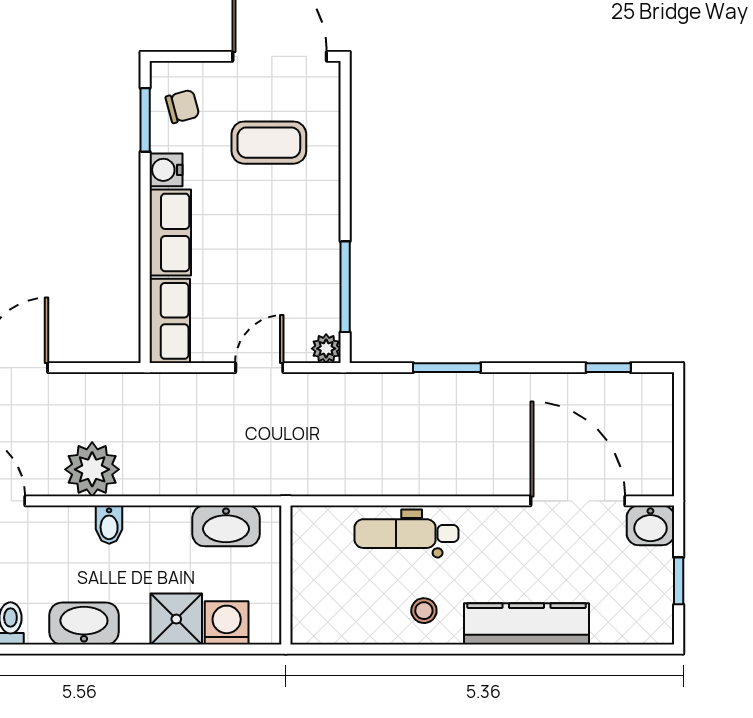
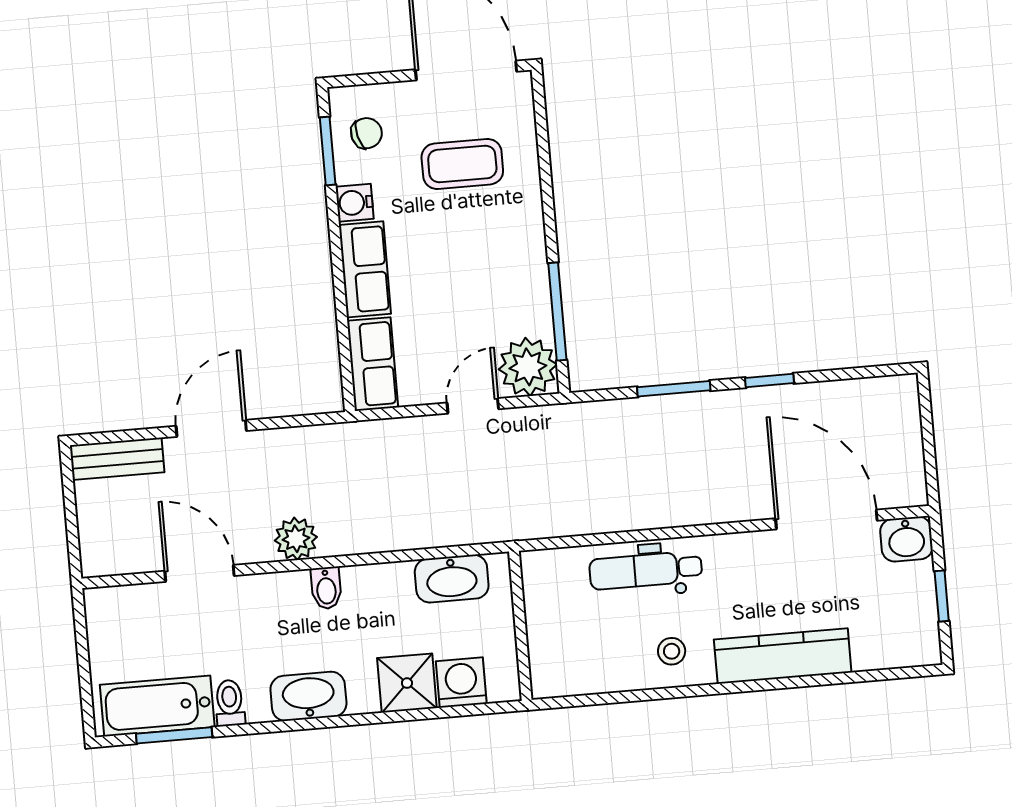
plant: (326, 349) -> (528, 367), width x1.88, depth x1.88
window: (608, 368) -> (770, 380), moved
plant: (92, 469) -> (296, 539), width x0.73, depth x0.73

